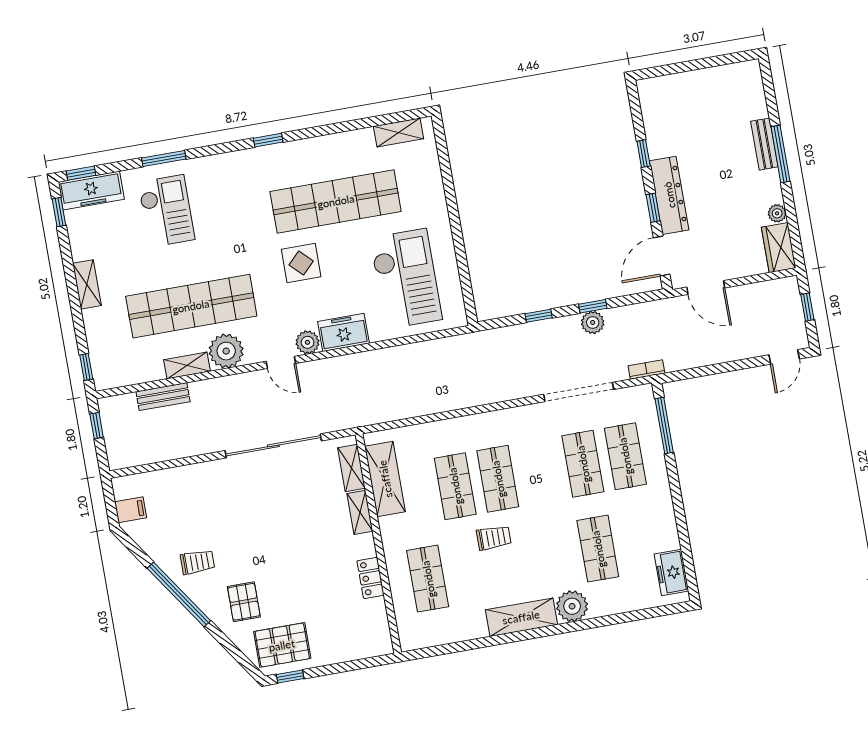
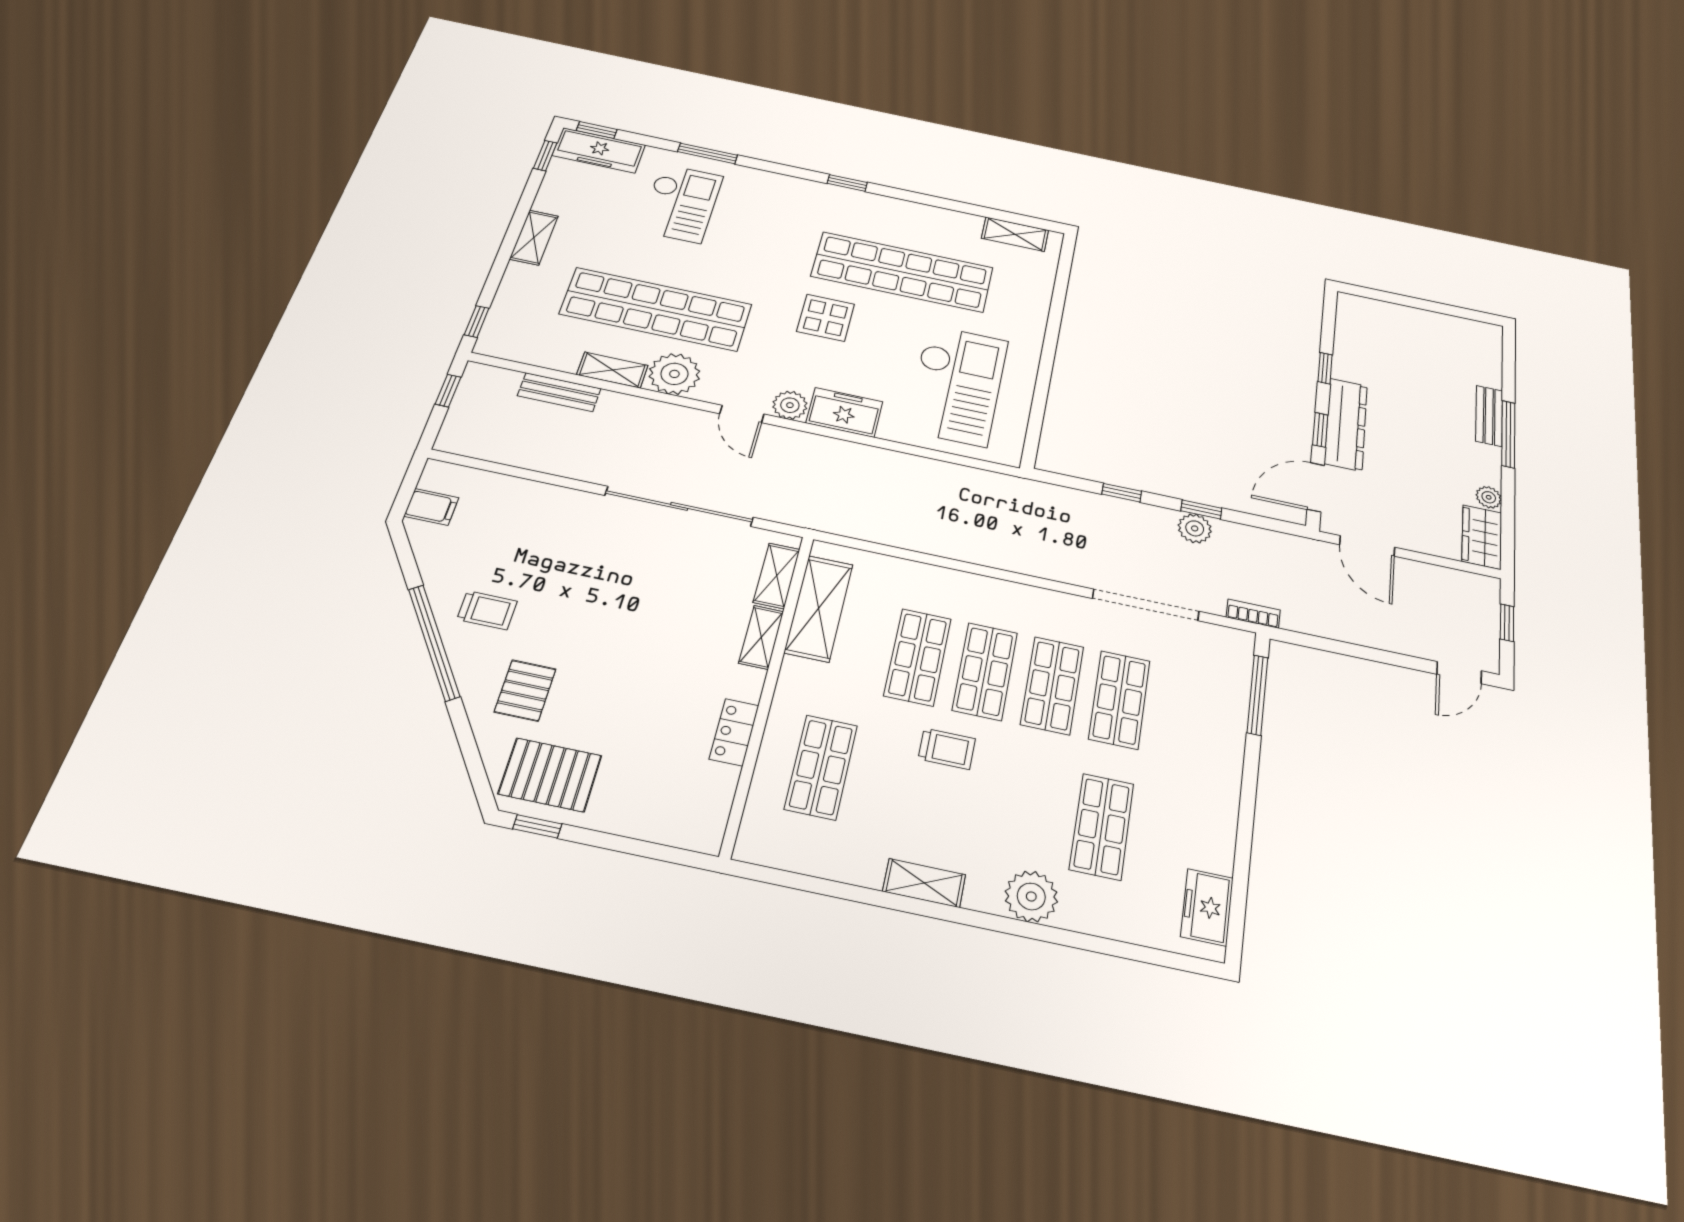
shop shelf: (625, 456) -> (1052, 685), moved
shelving: (521, 617) -> (924, 883), width x0.67, depth x0.75

